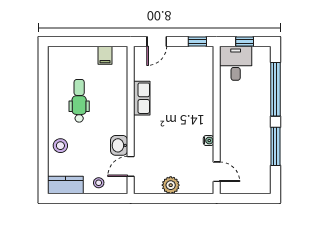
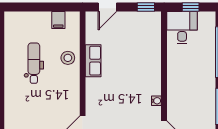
washbasin: (119, 145) -> (72, 105), removed
stool: (60, 146) -> (68, 58), moved

